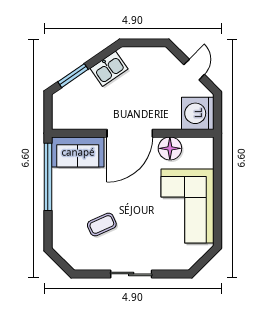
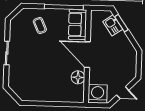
kitchen sink: (109, 69) -> (113, 25), moved
corner sofa: (188, 206) -> (45, 86), removed
coffee table: (102, 225) -> (40, 25), moved

